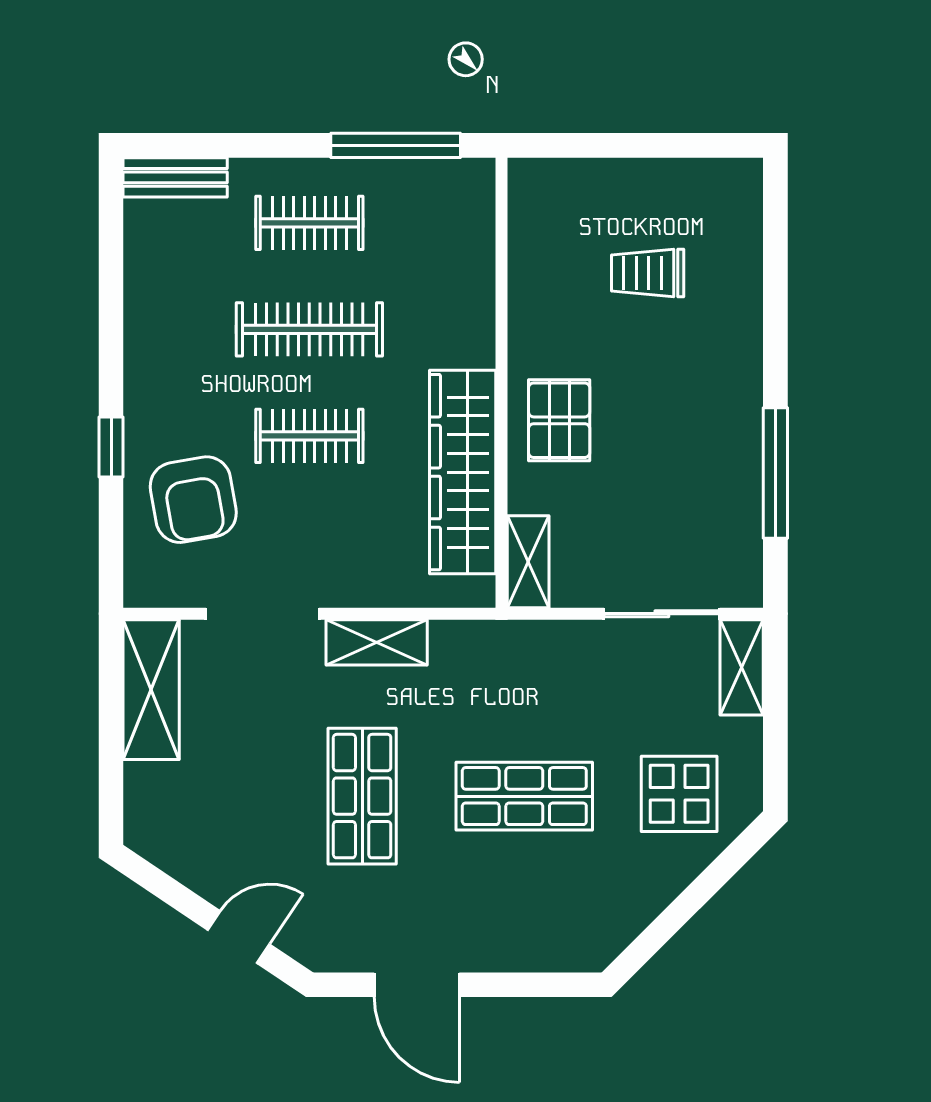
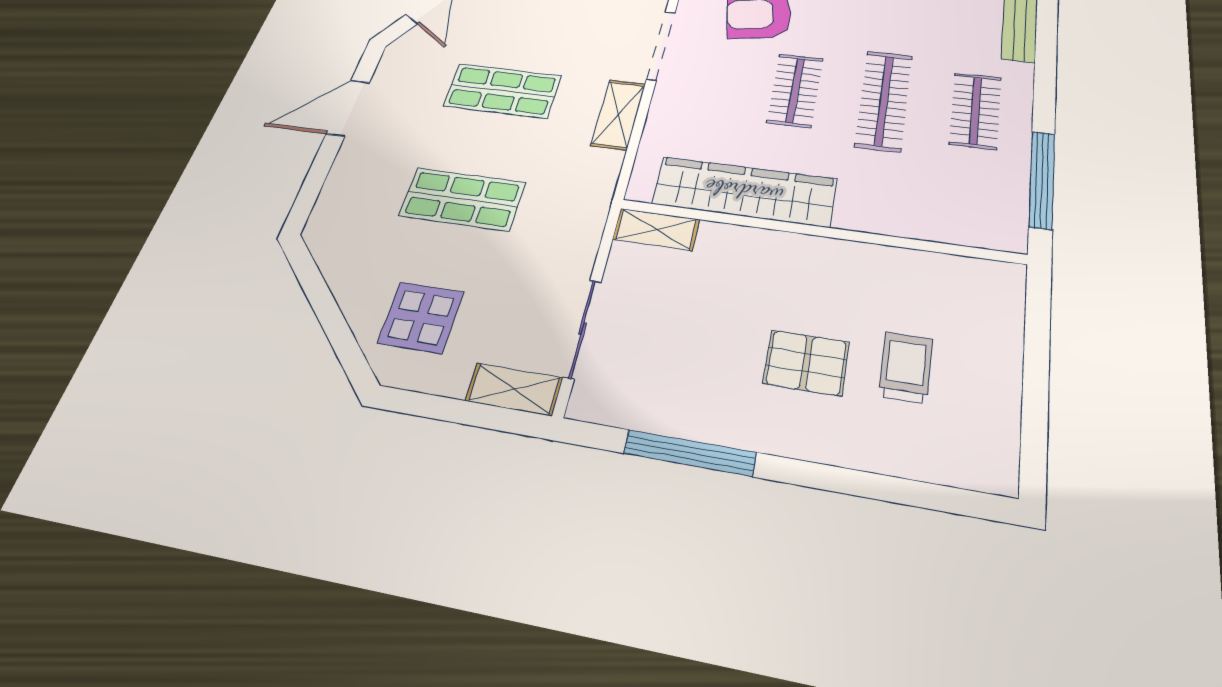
pallet: (559, 420) -> (806, 363), moved
shop shelf: (524, 796) -> (462, 199), turned 90

